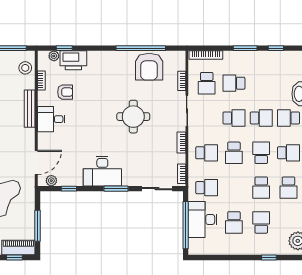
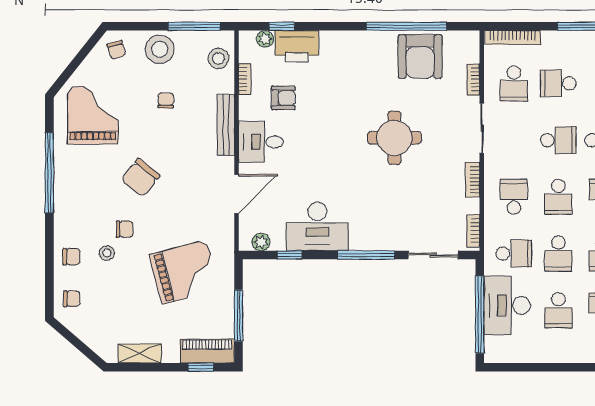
school desk: (207, 153) -> (514, 197), turned -90
door: (36, 162) -> (236, 194), moved
desk: (102, 171) -> (317, 226), moved
school desk: (234, 188) -> (558, 253), added
window: (116, 189) -> (366, 255), width x1.44

